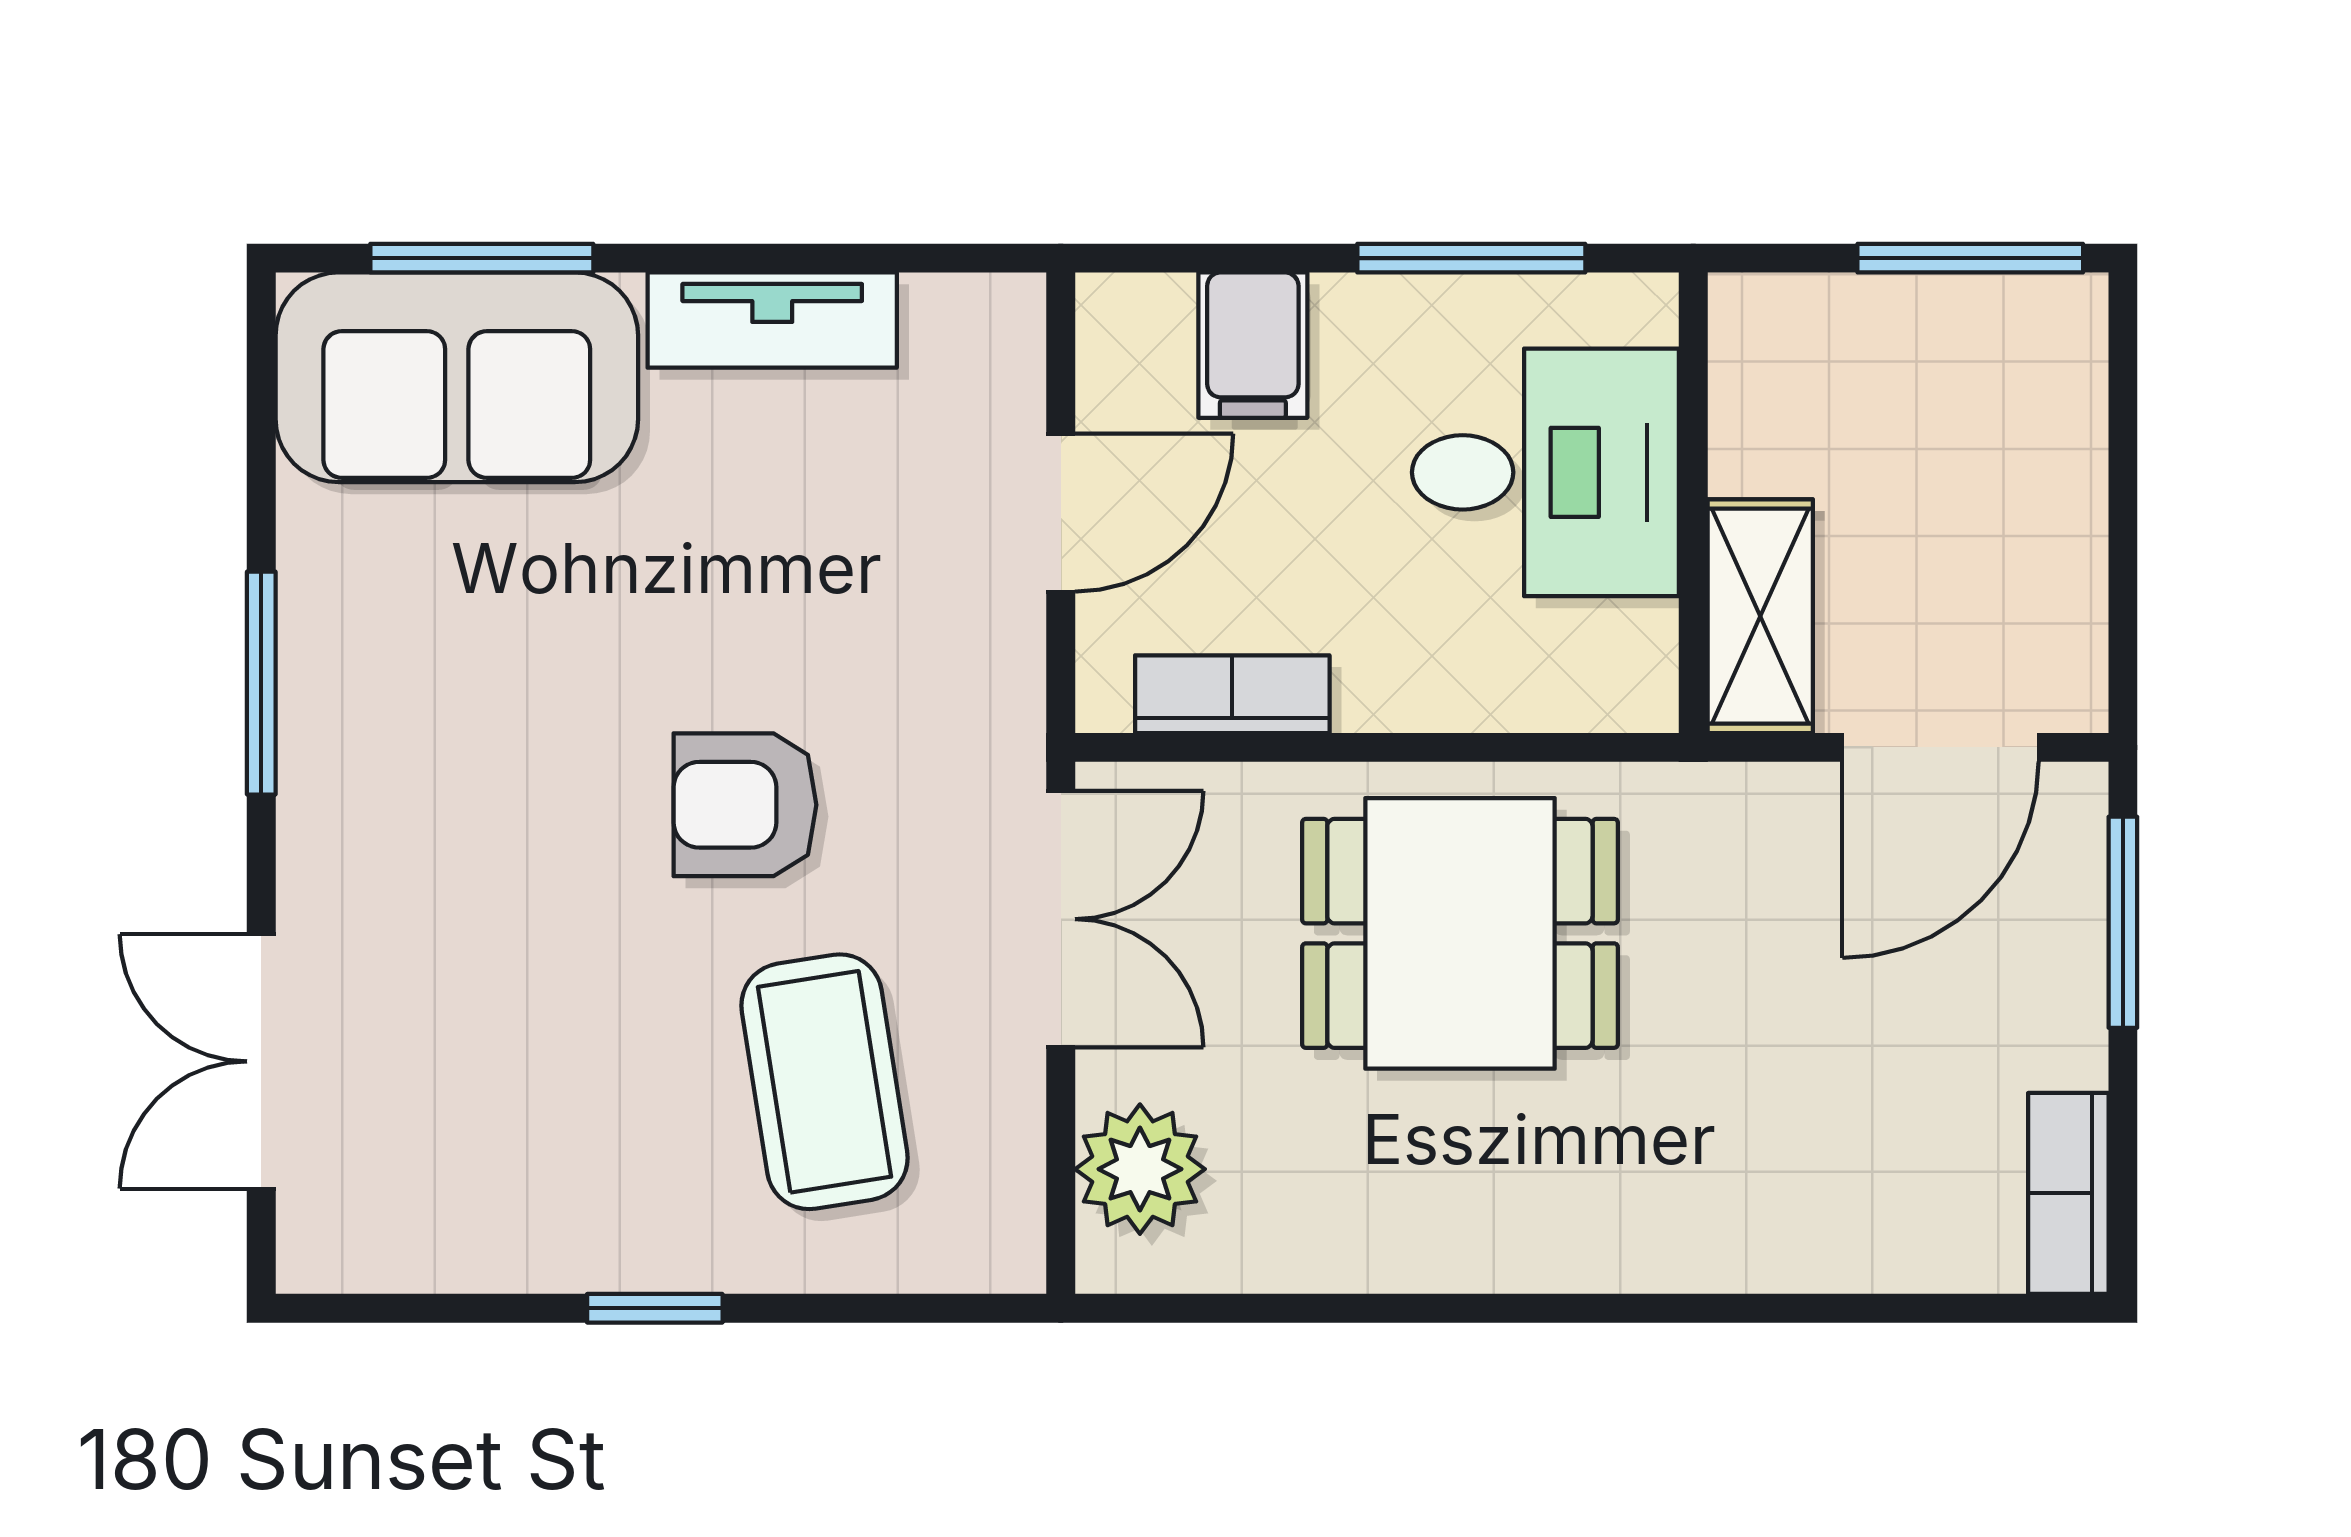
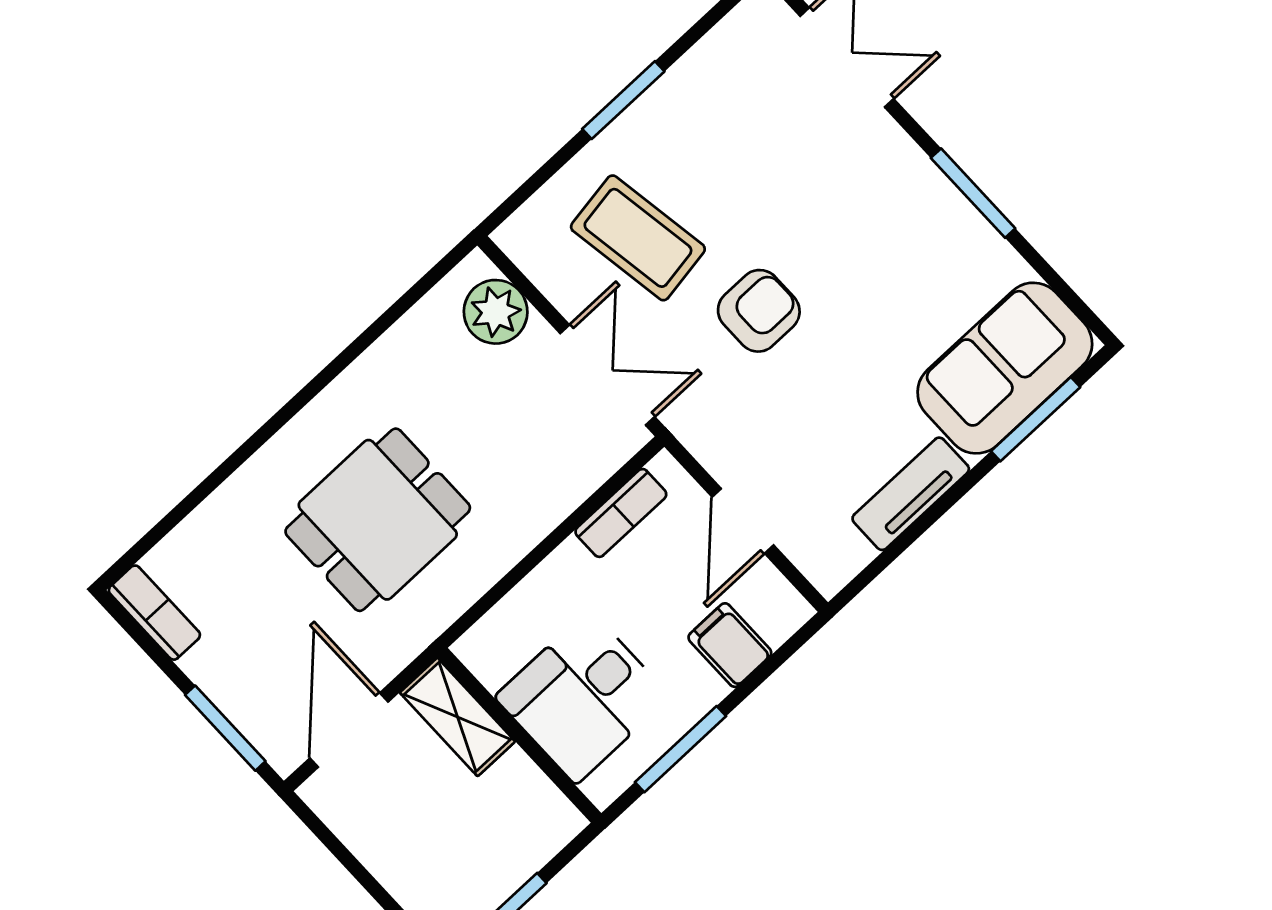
double door: (1061, 919) -> (607, 375), swing flipped
dining table: (1460, 933) -> (378, 520), moved
window: (655, 1308) -> (623, 100), width x1.50

